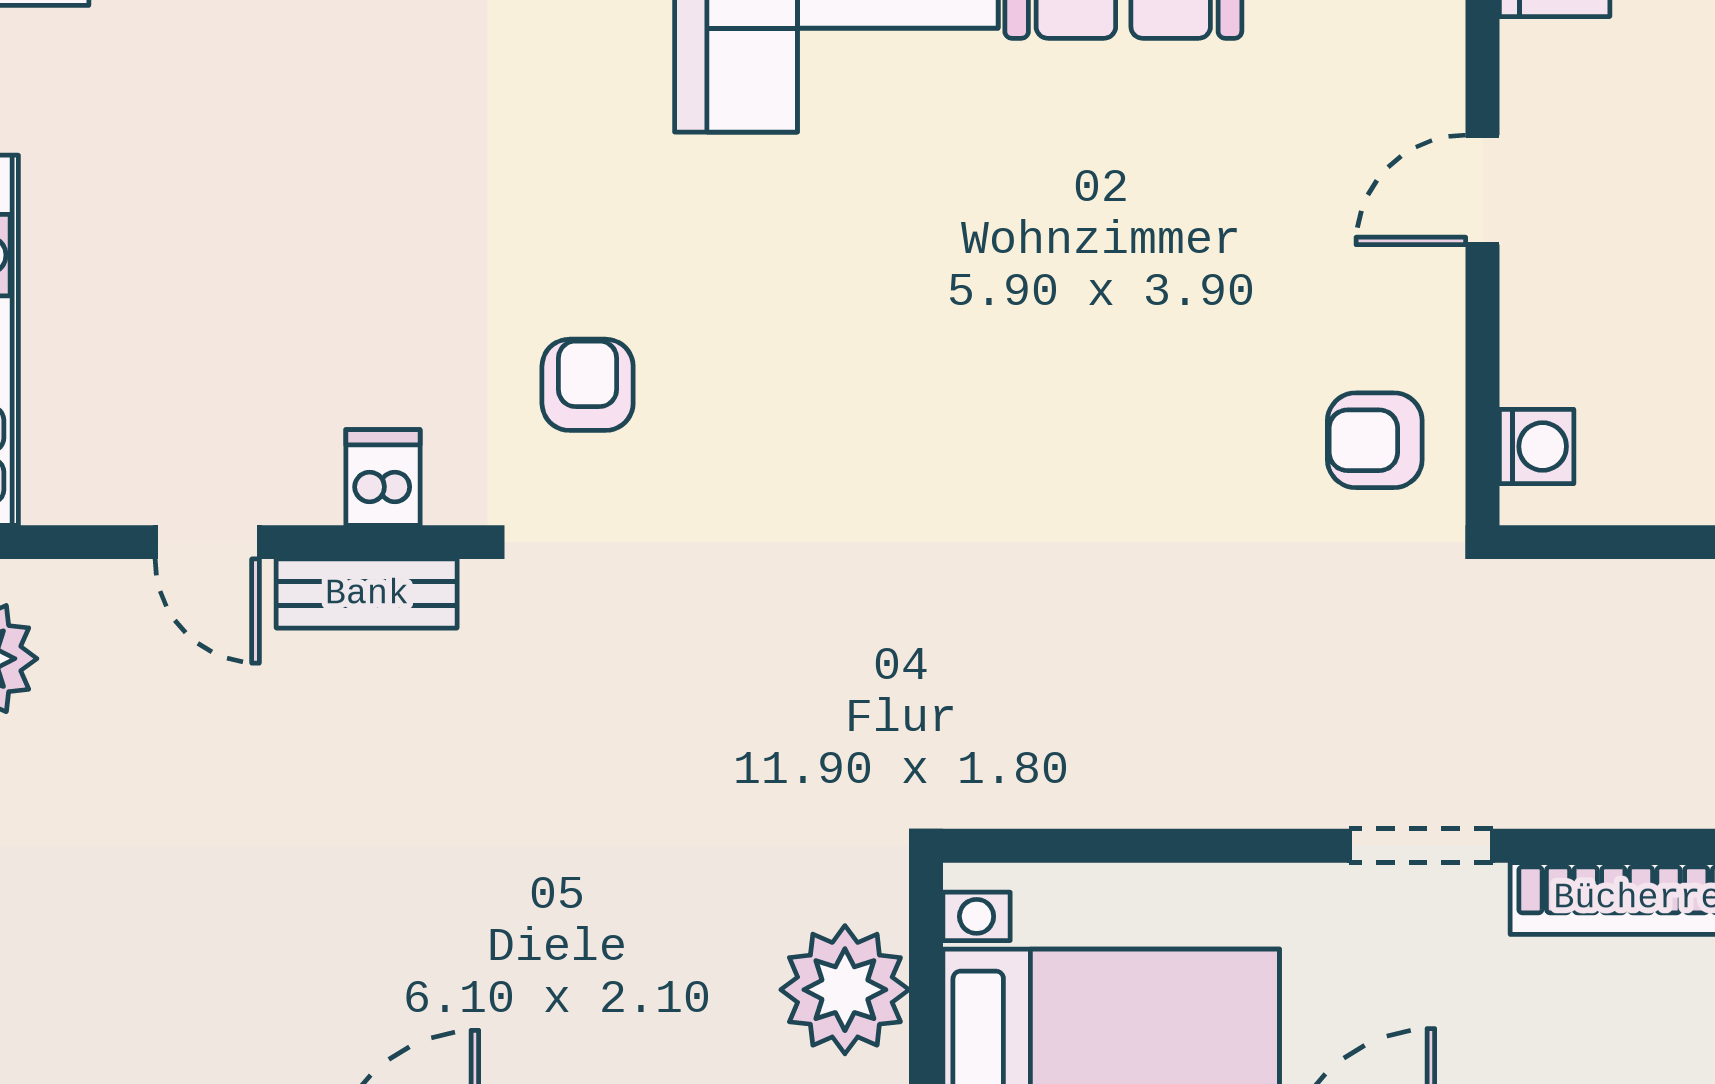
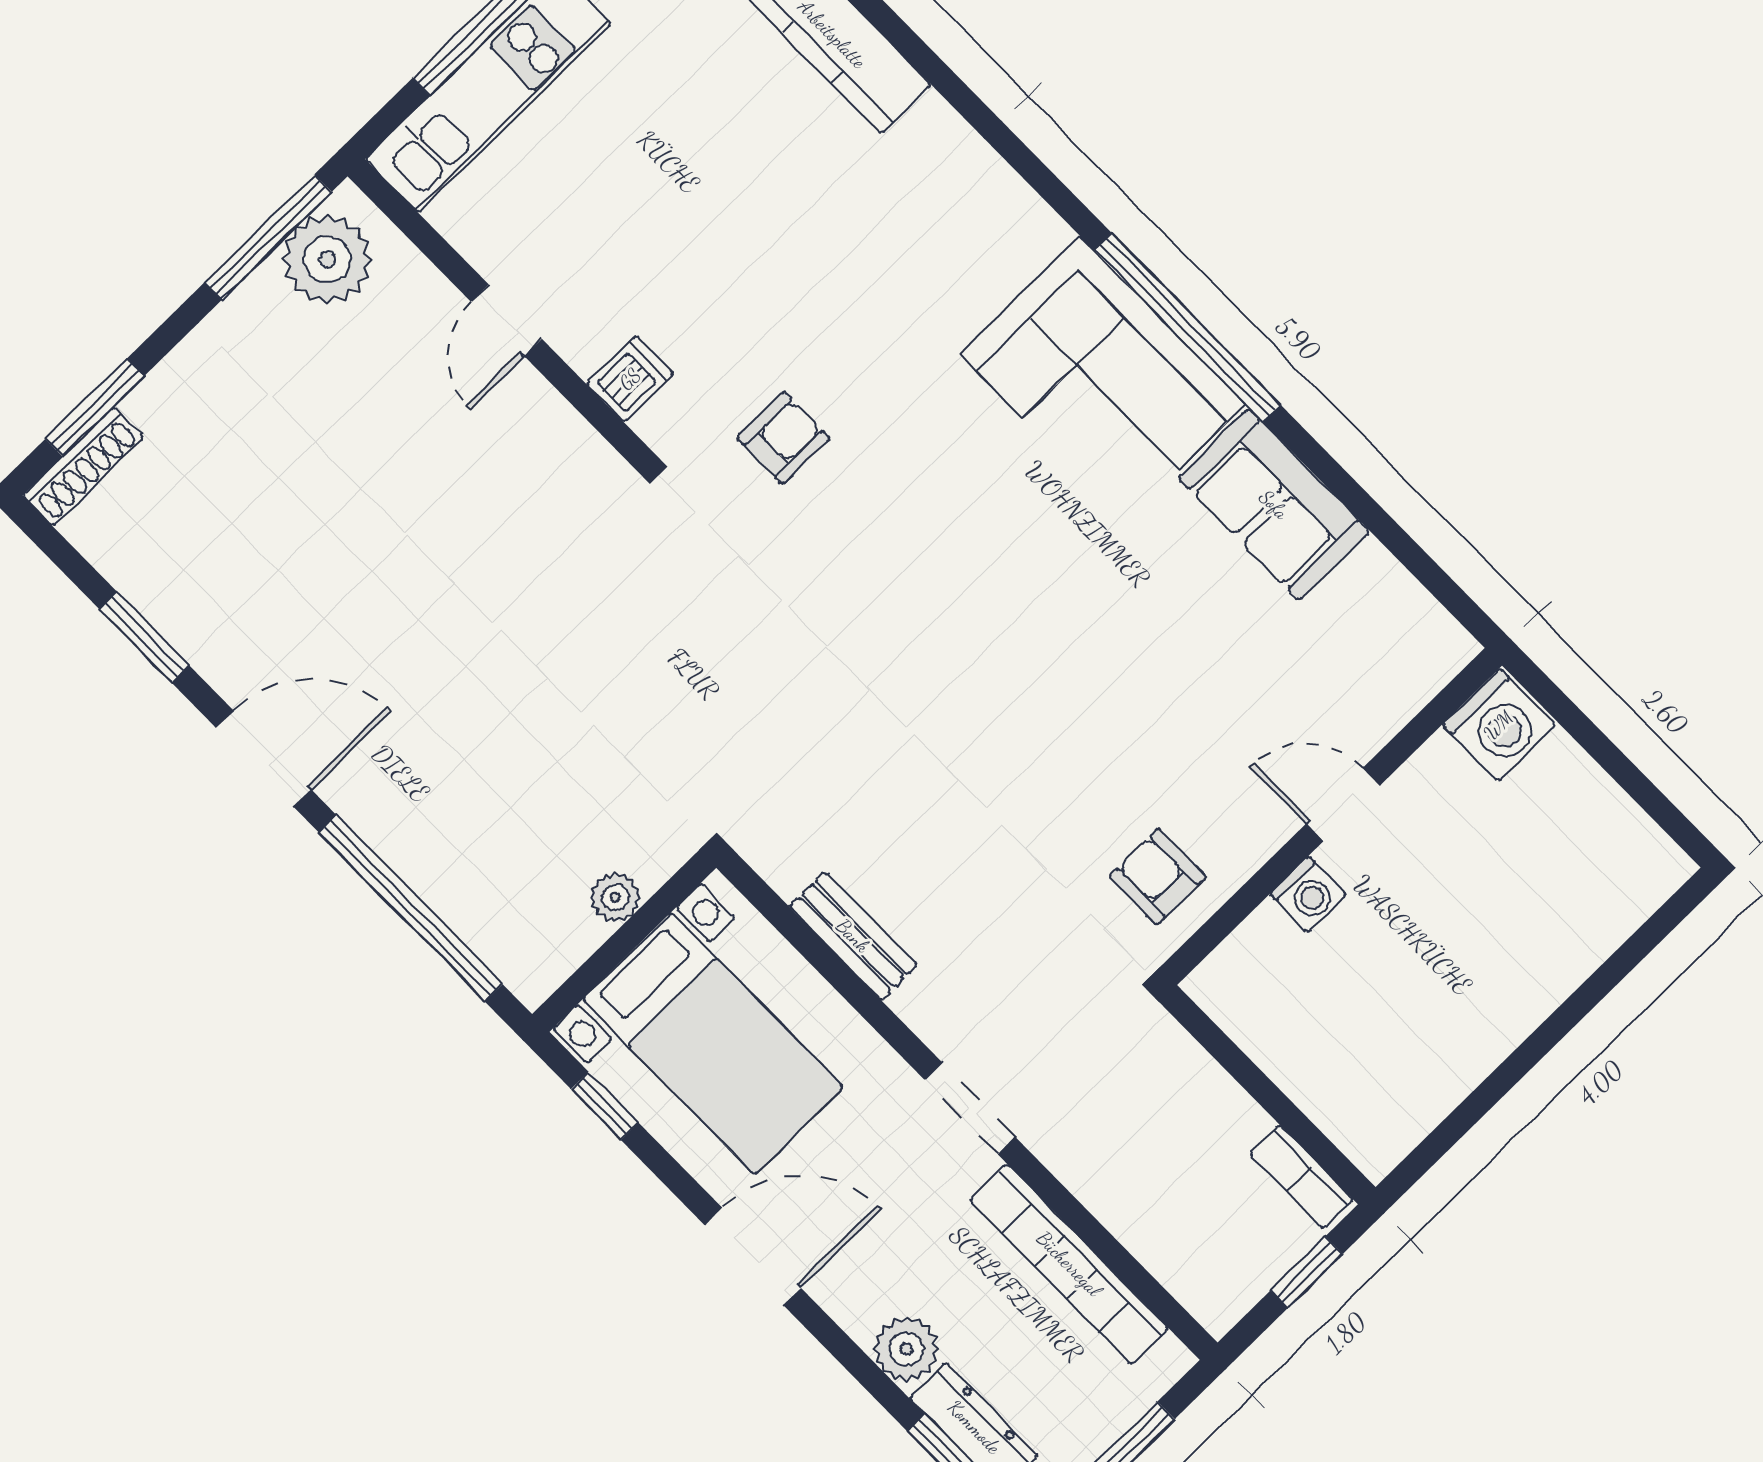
washing machine: (1537, 446) -> (1308, 894), moved
bench: (367, 594) -> (853, 936), moved
plant: (845, 990) -> (615, 897), width x0.53, depth x0.53

